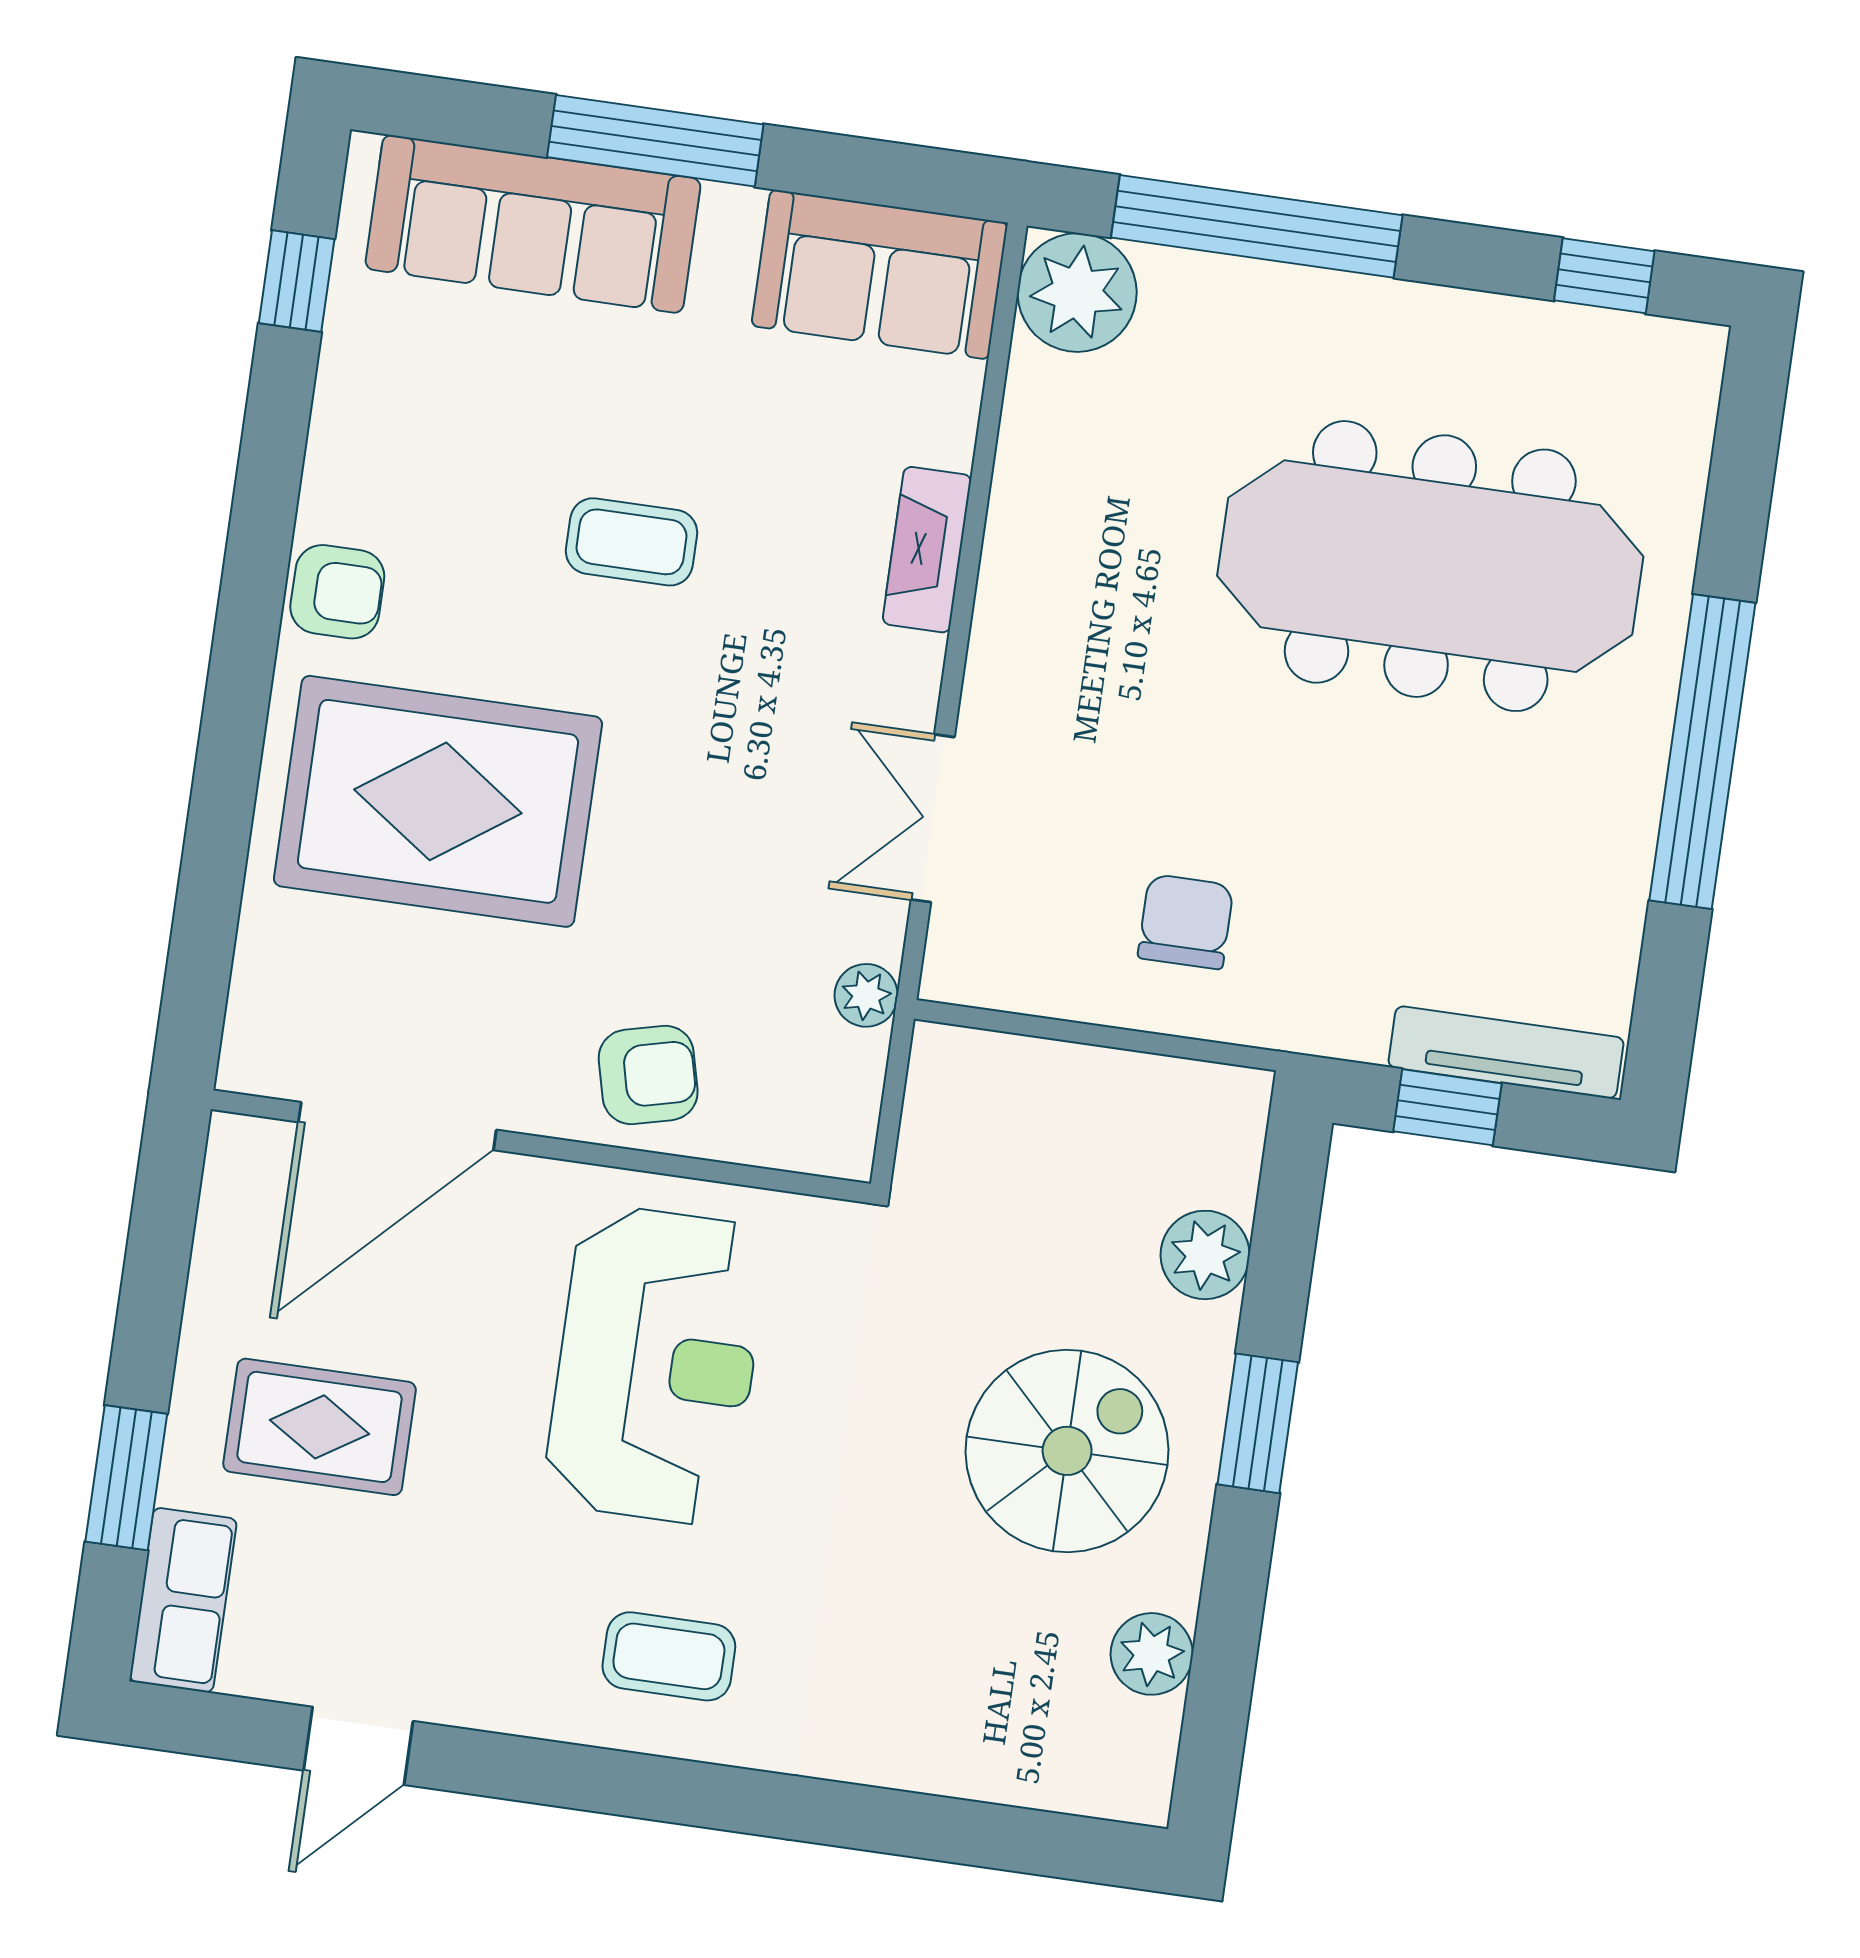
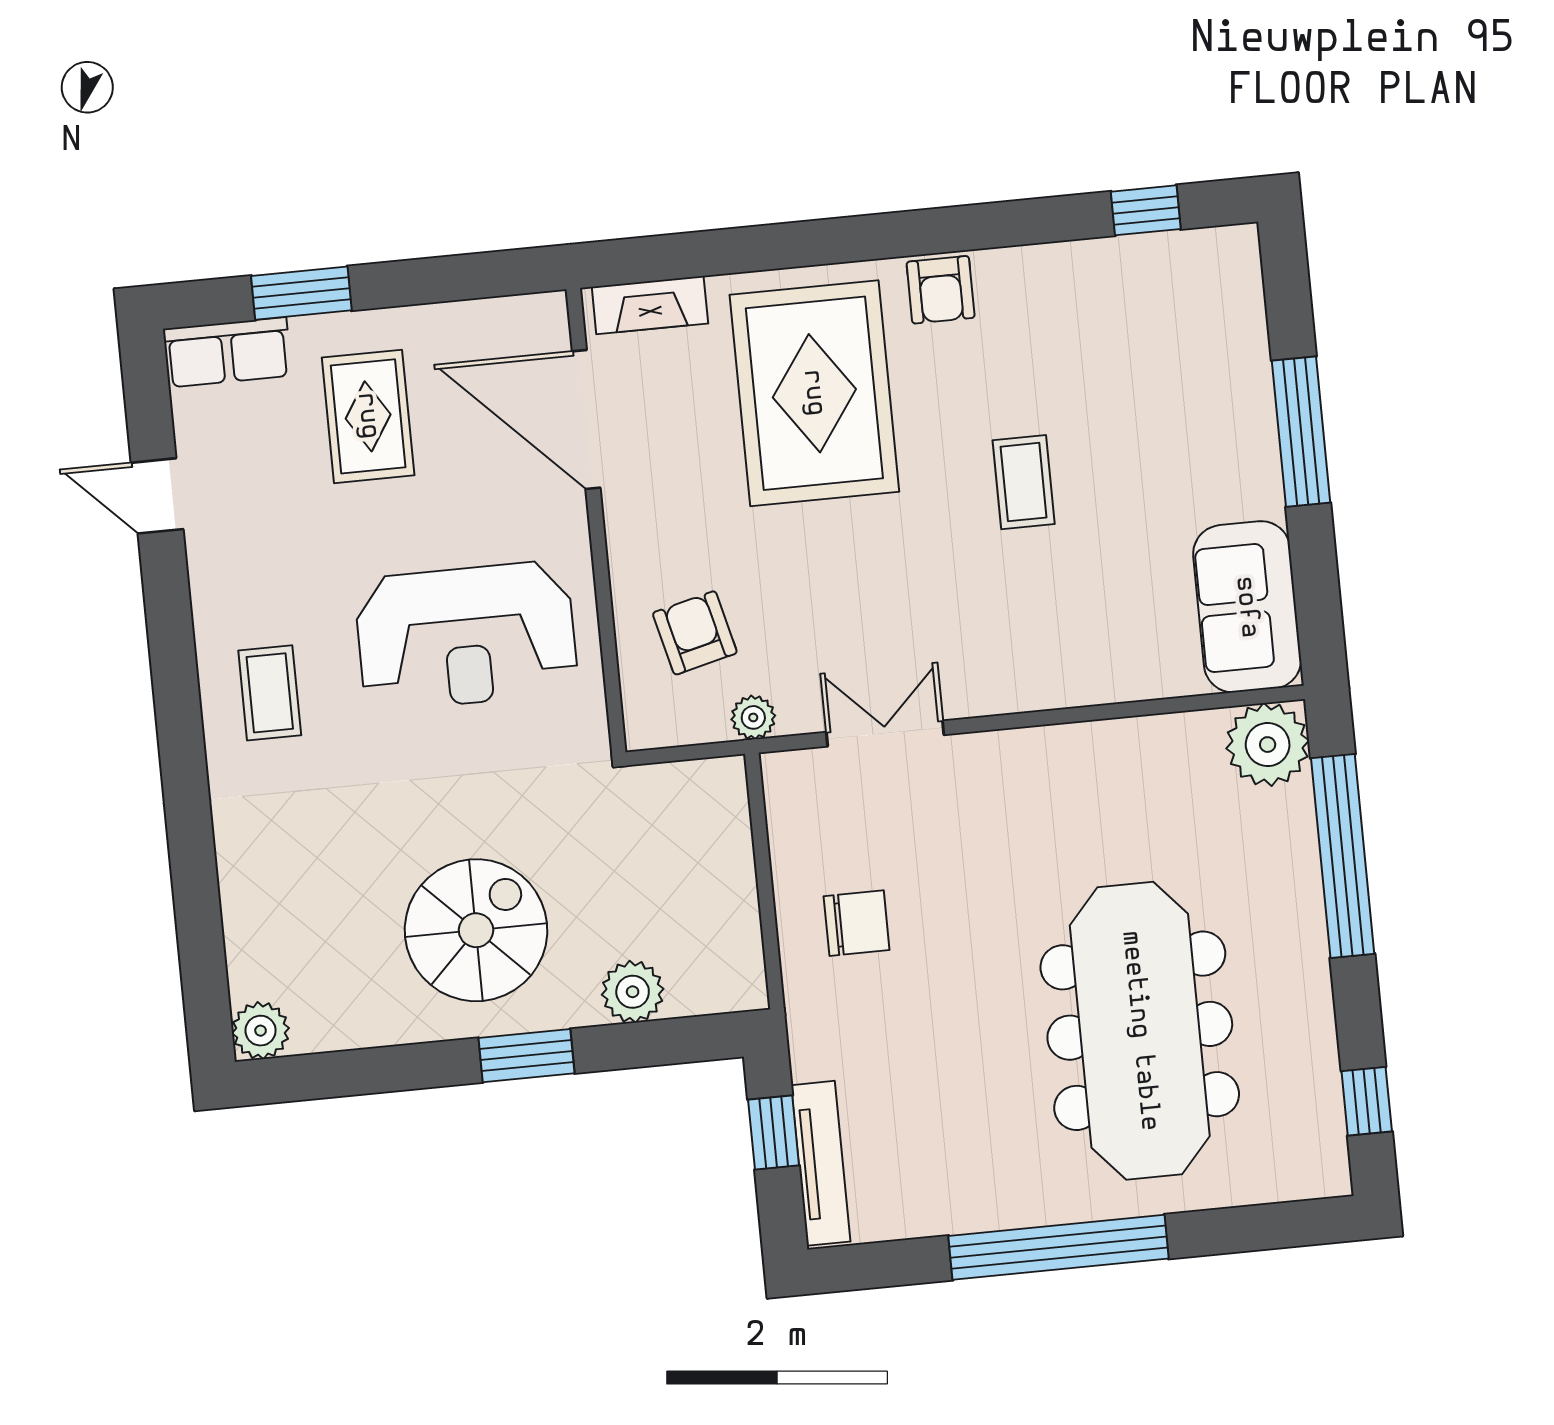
sofa: (533, 224) -> (1224, 362), removed
fireplace: (927, 550) -> (650, 305), moved, turned 180
armchair: (648, 1075) -> (695, 633), moved, turned 180
spiral stairs: (1067, 1451) -> (476, 930), turned -90
plant: (1152, 1654) -> (261, 1031), moved

